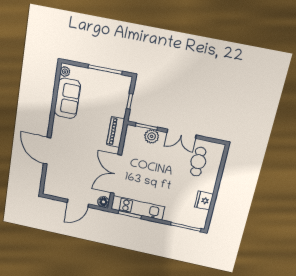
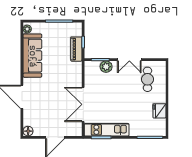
sofa: (67, 98) -> (32, 56), width x1.36
piano: (116, 132) -> (76, 49), moved
floor lamp: (103, 202) -> (28, 131), moved

